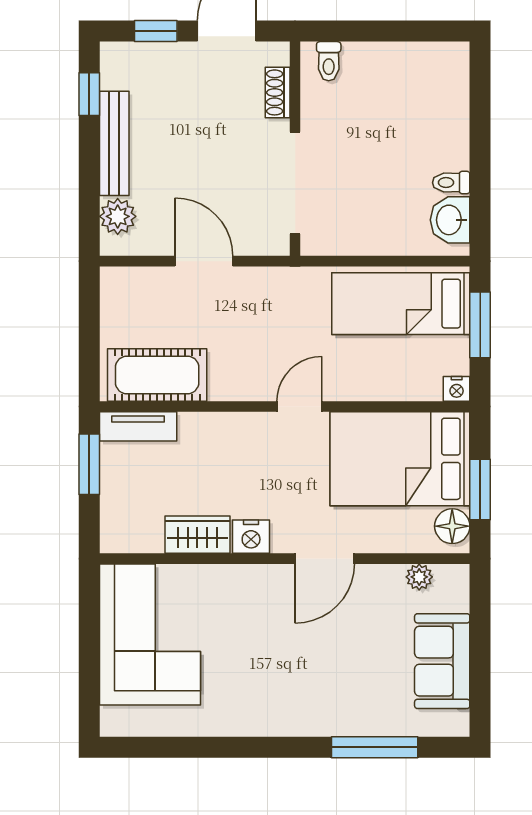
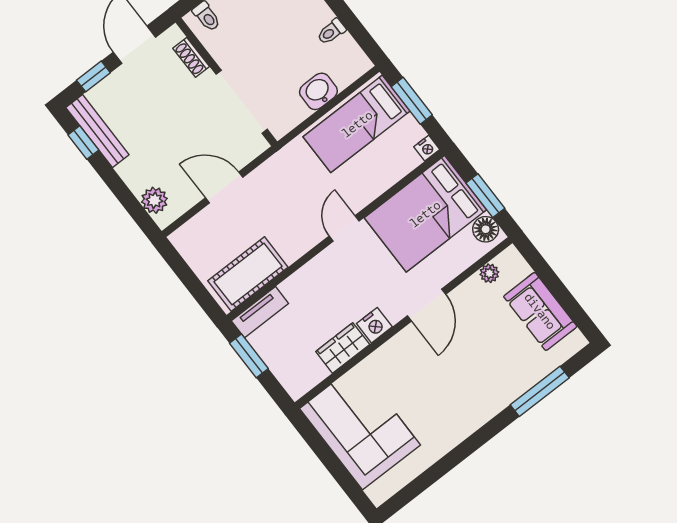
bench: (114, 143) -> (97, 131), moved
washbasin: (450, 220) -> (318, 91), moved, turned 90

